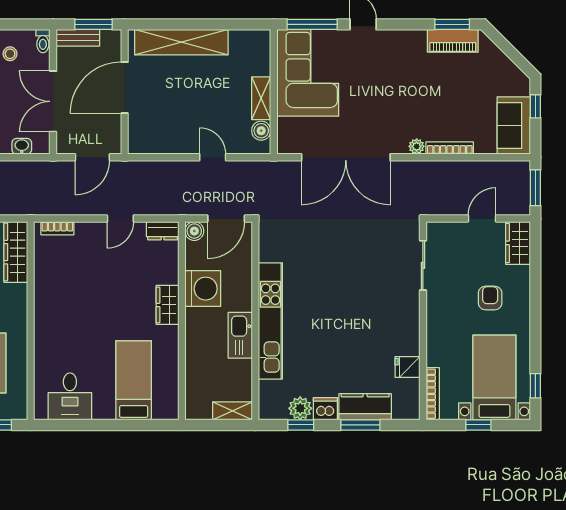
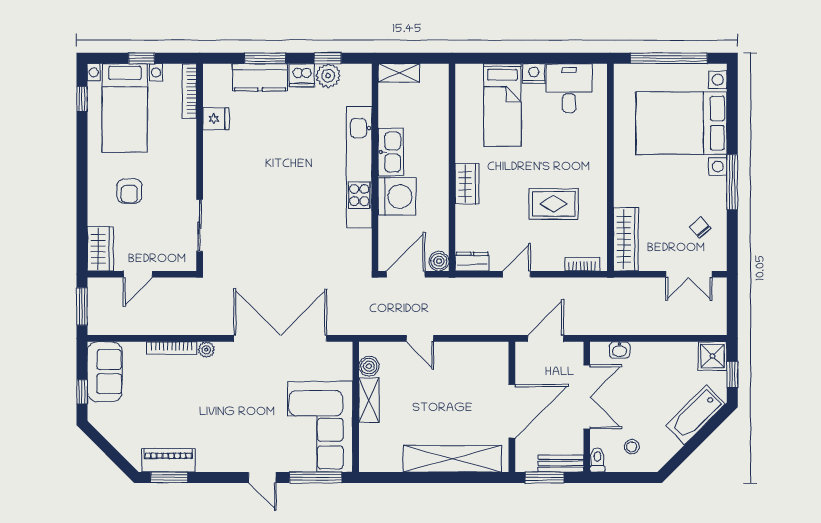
rug: (85, 286) -> (554, 204), added
washing machine: (203, 289) -> (397, 196), moved, turned 180
nightstand: (104, 410) -> (534, 74), added

